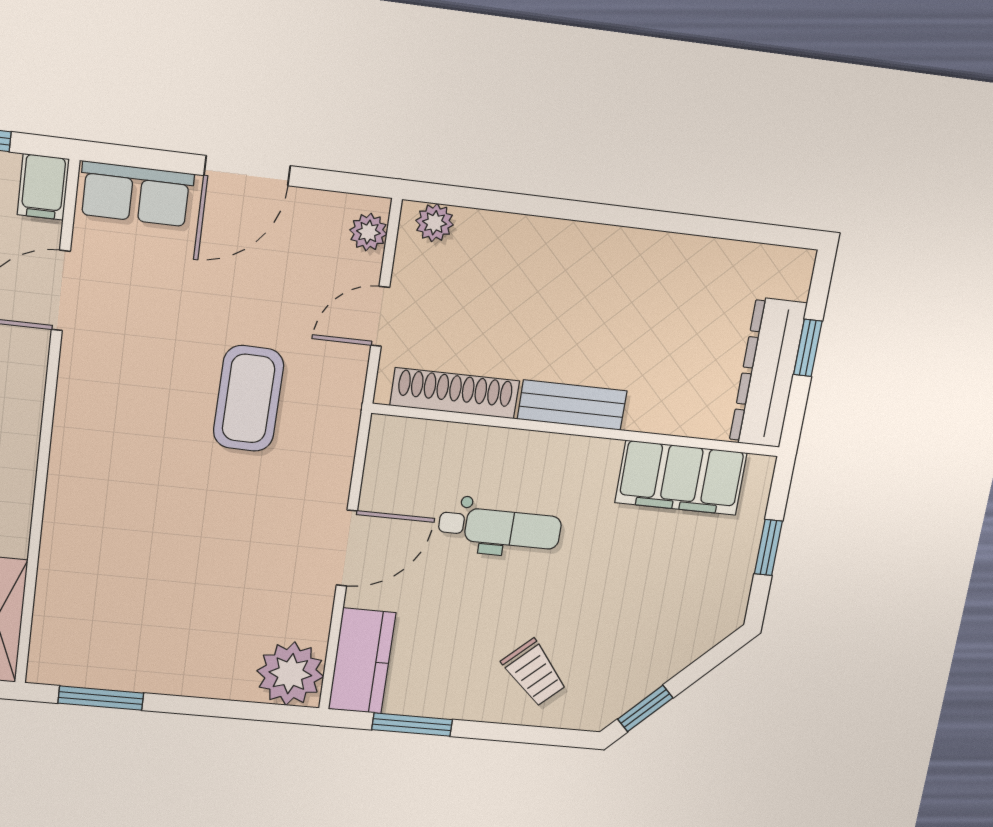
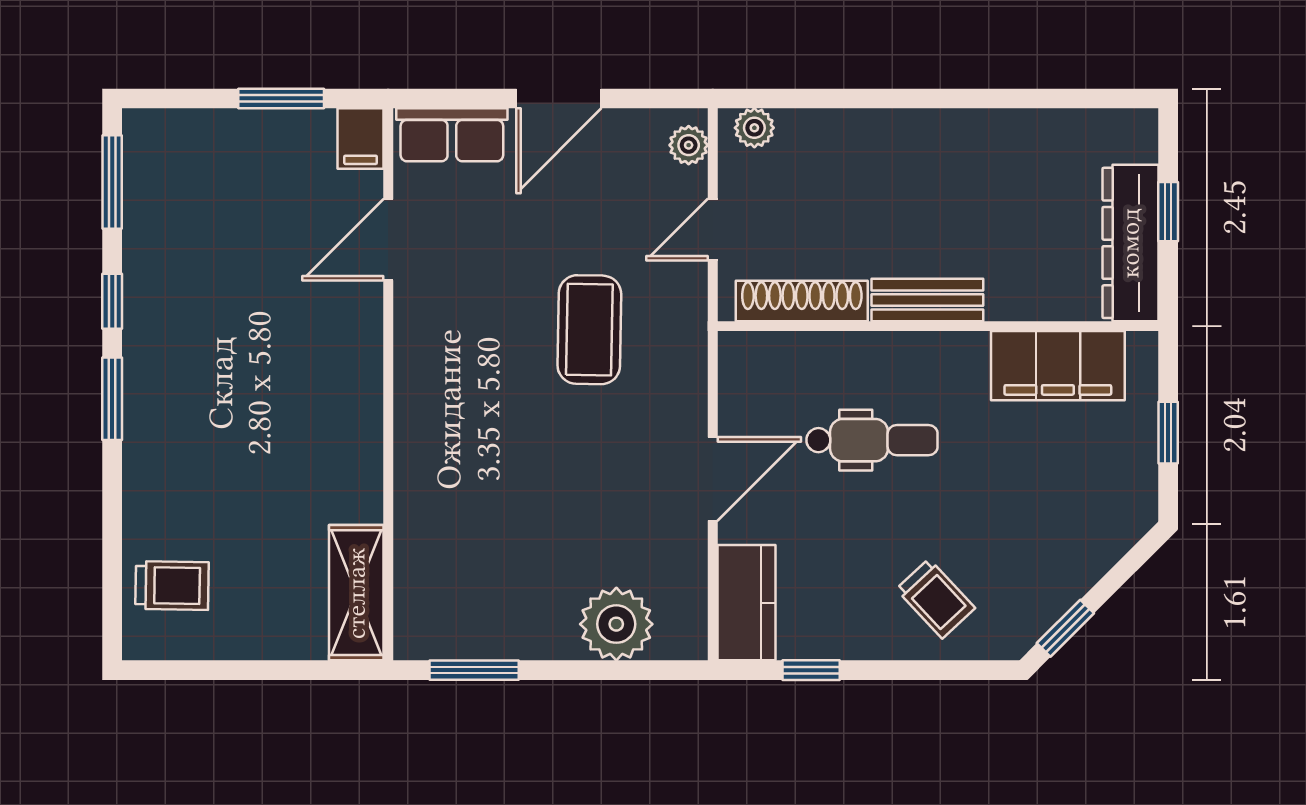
plant: (290, 674) -> (616, 624), moved
window: (412, 725) -> (811, 670), width x0.67

